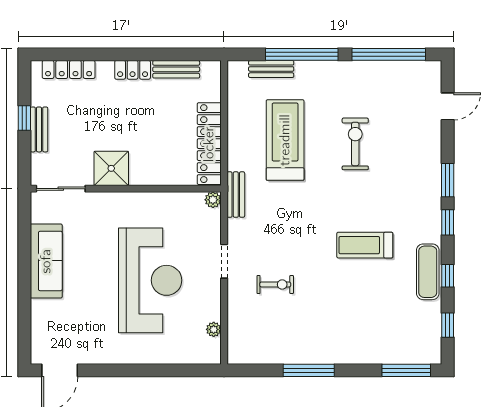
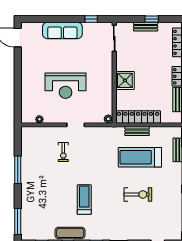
treadmill: (285, 140) -> (140, 157), turned 180
shower: (111, 168) -> (125, 80), moved
bench: (236, 195) -> (137, 131), moved
window: (24, 232) -> (91, 19), added
sofa: (46, 261) -> (62, 30), moved
reception desk: (150, 280) -> (66, 86), width x0.74, depth x0.77

